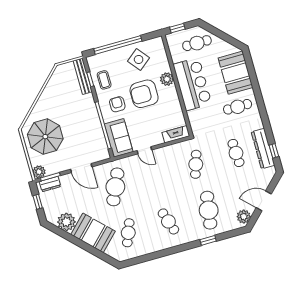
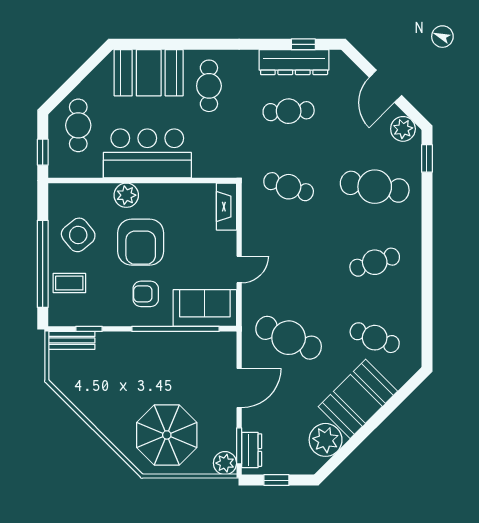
bench: (83, 76) -> (72, 340), width x0.73
coffee table: (104, 80) -> (69, 283), moved
window: (208, 240) -> (427, 158), moved

